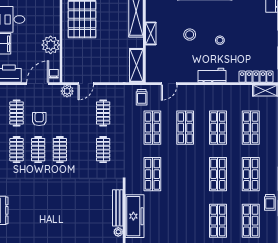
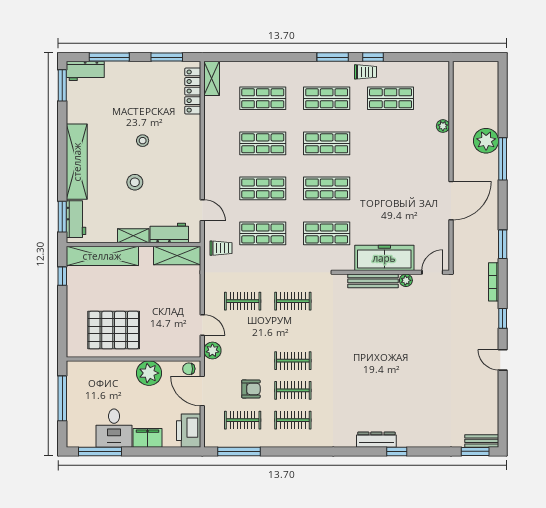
workbench: (212, 75) -> (169, 233), moved, turned 90
armchair: (39, 119) -> (251, 389), turned 180
shop shelf: (218, 221) -> (327, 188), moved

